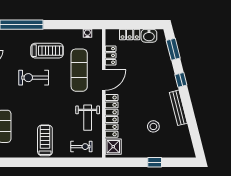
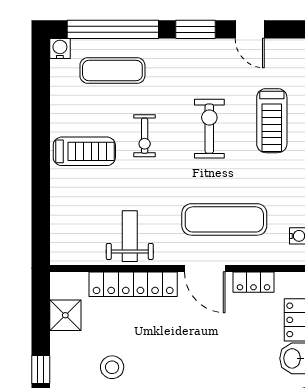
treadmill: (47, 51) -> (272, 121), moved
weight bench: (88, 118) -> (130, 236), turned 90
exercise bike: (81, 147) -> (145, 136), moved
shower: (113, 147) -> (65, 315), moved

